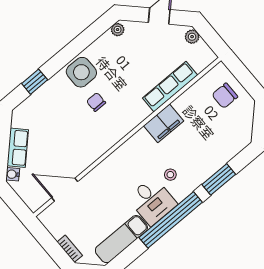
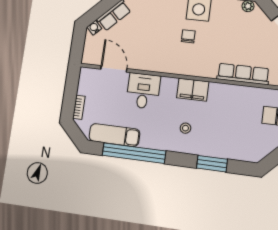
filing cabinet: (164, 123) -> (193, 90), moved
desk: (152, 201) -> (143, 91), moved, turned 180
window: (171, 220) -> (134, 153), moved

